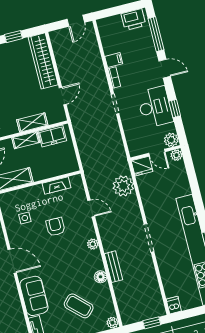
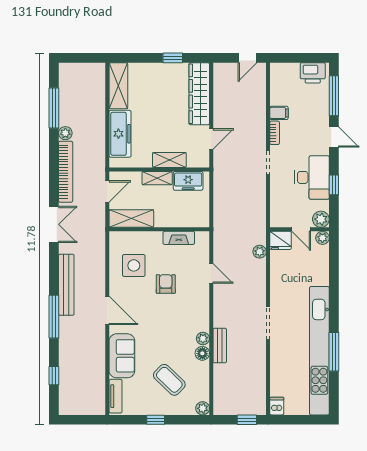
plant: (123, 186) -> (260, 252), width x0.53, depth x0.53
side table: (25, 218) -> (134, 265), width x1.87, depth x1.87
plant: (93, 244) -> (203, 339), moved

